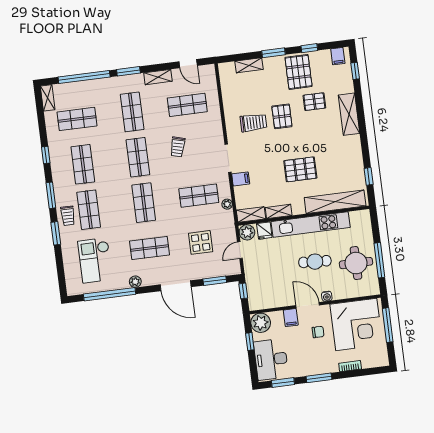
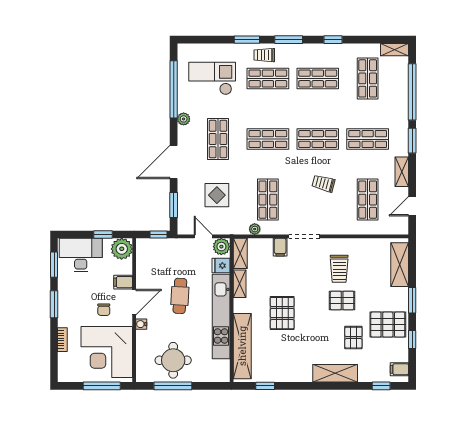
shelving: (249, 65) -> (400, 265), width x1.50, depth x1.33
cafe table: (315, 262) -> (180, 296), moved

